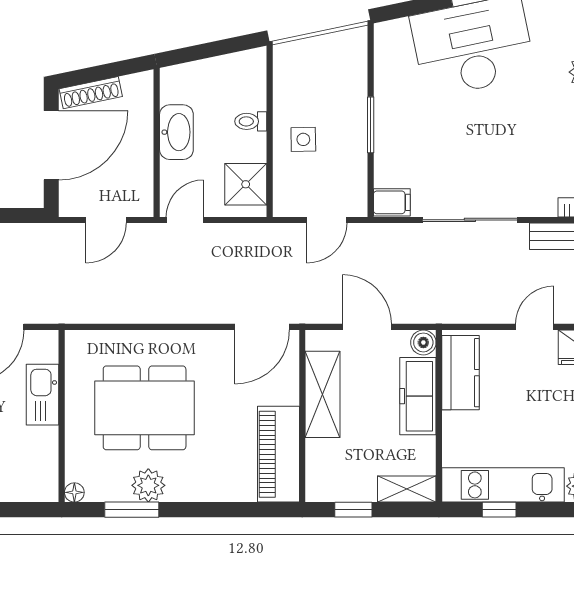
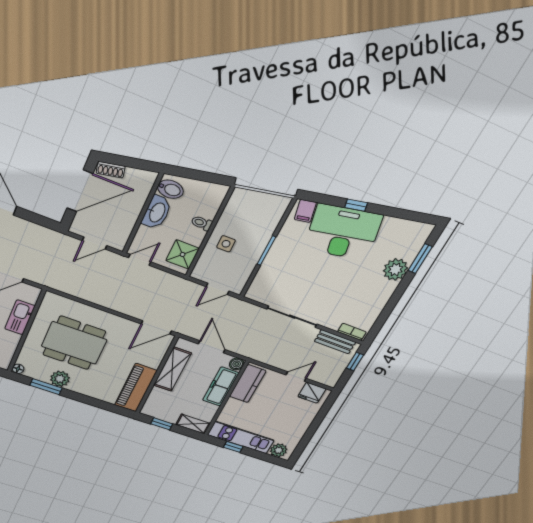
bidet: (181, 88) -> (170, 189), added
shoe rack: (91, 93) -> (111, 170), width x0.70
filing cabinet: (392, 202) -> (305, 211), moved, turned 78

